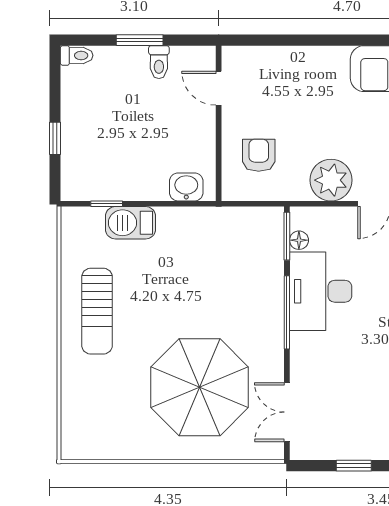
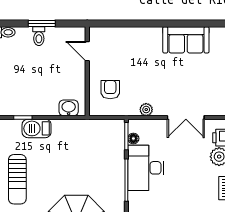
toilet: (159, 62) -> (39, 36), moved
plant: (331, 180) -> (146, 110), width x0.53, depth x0.53

